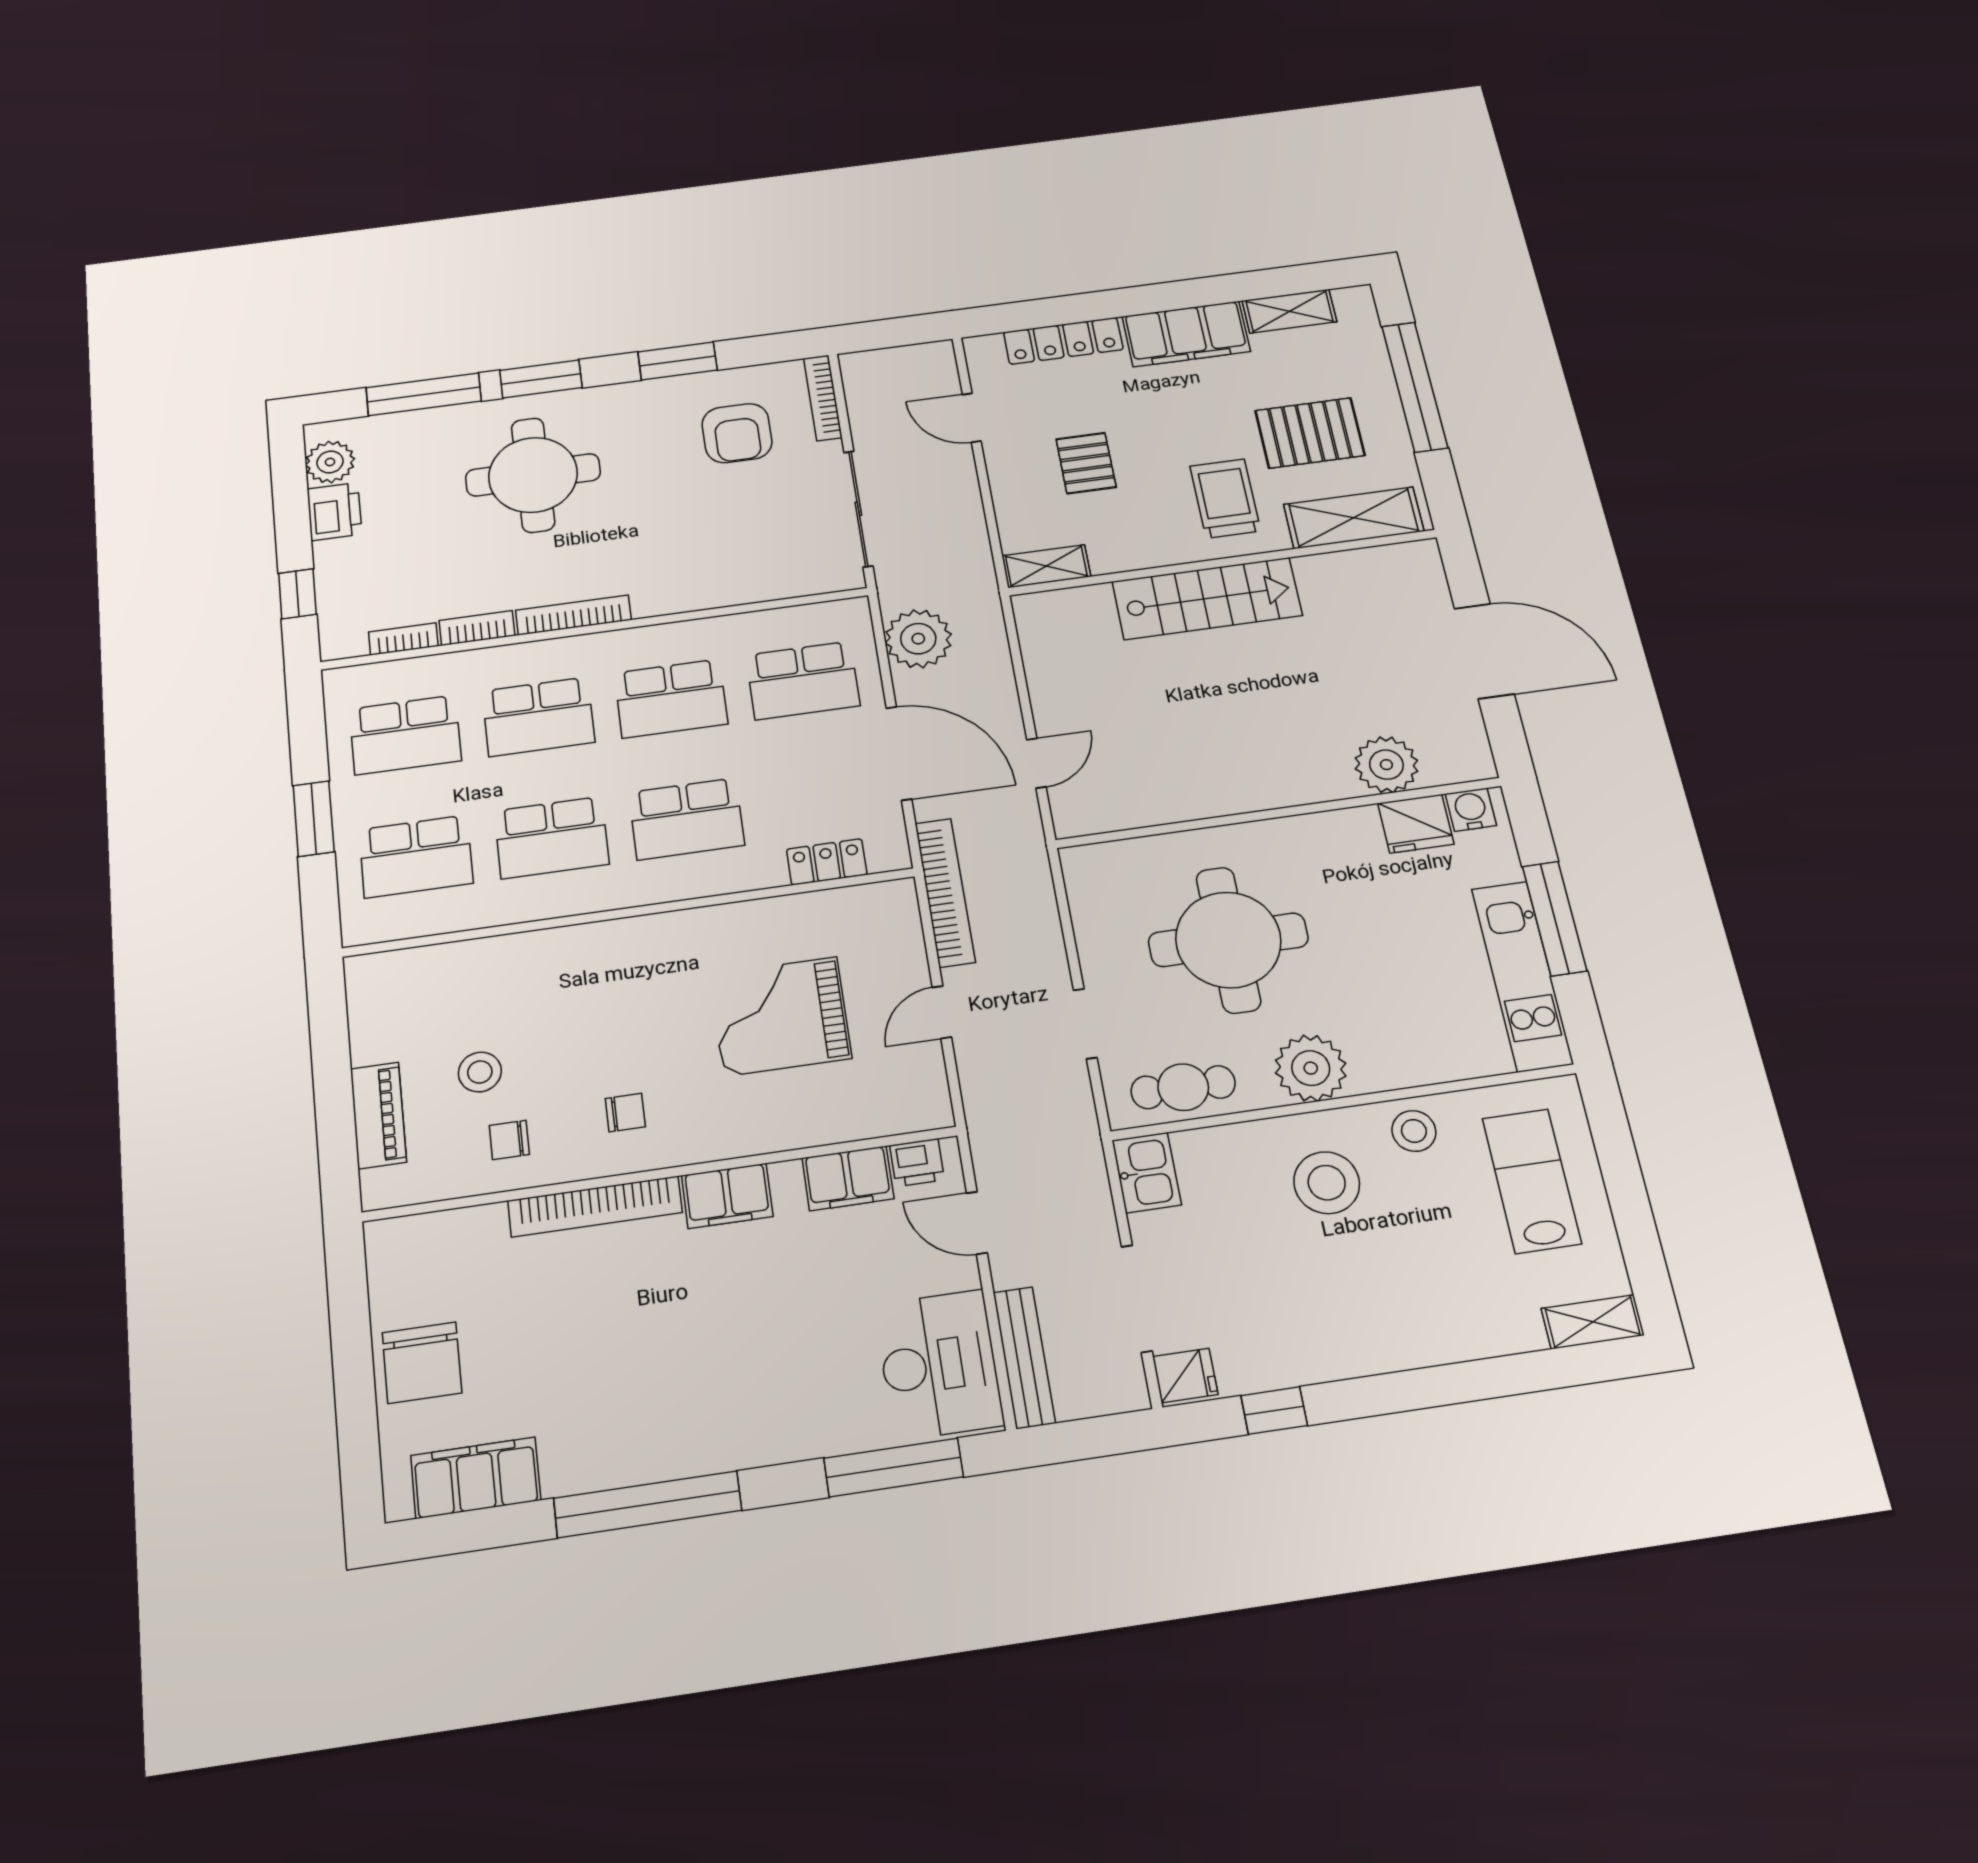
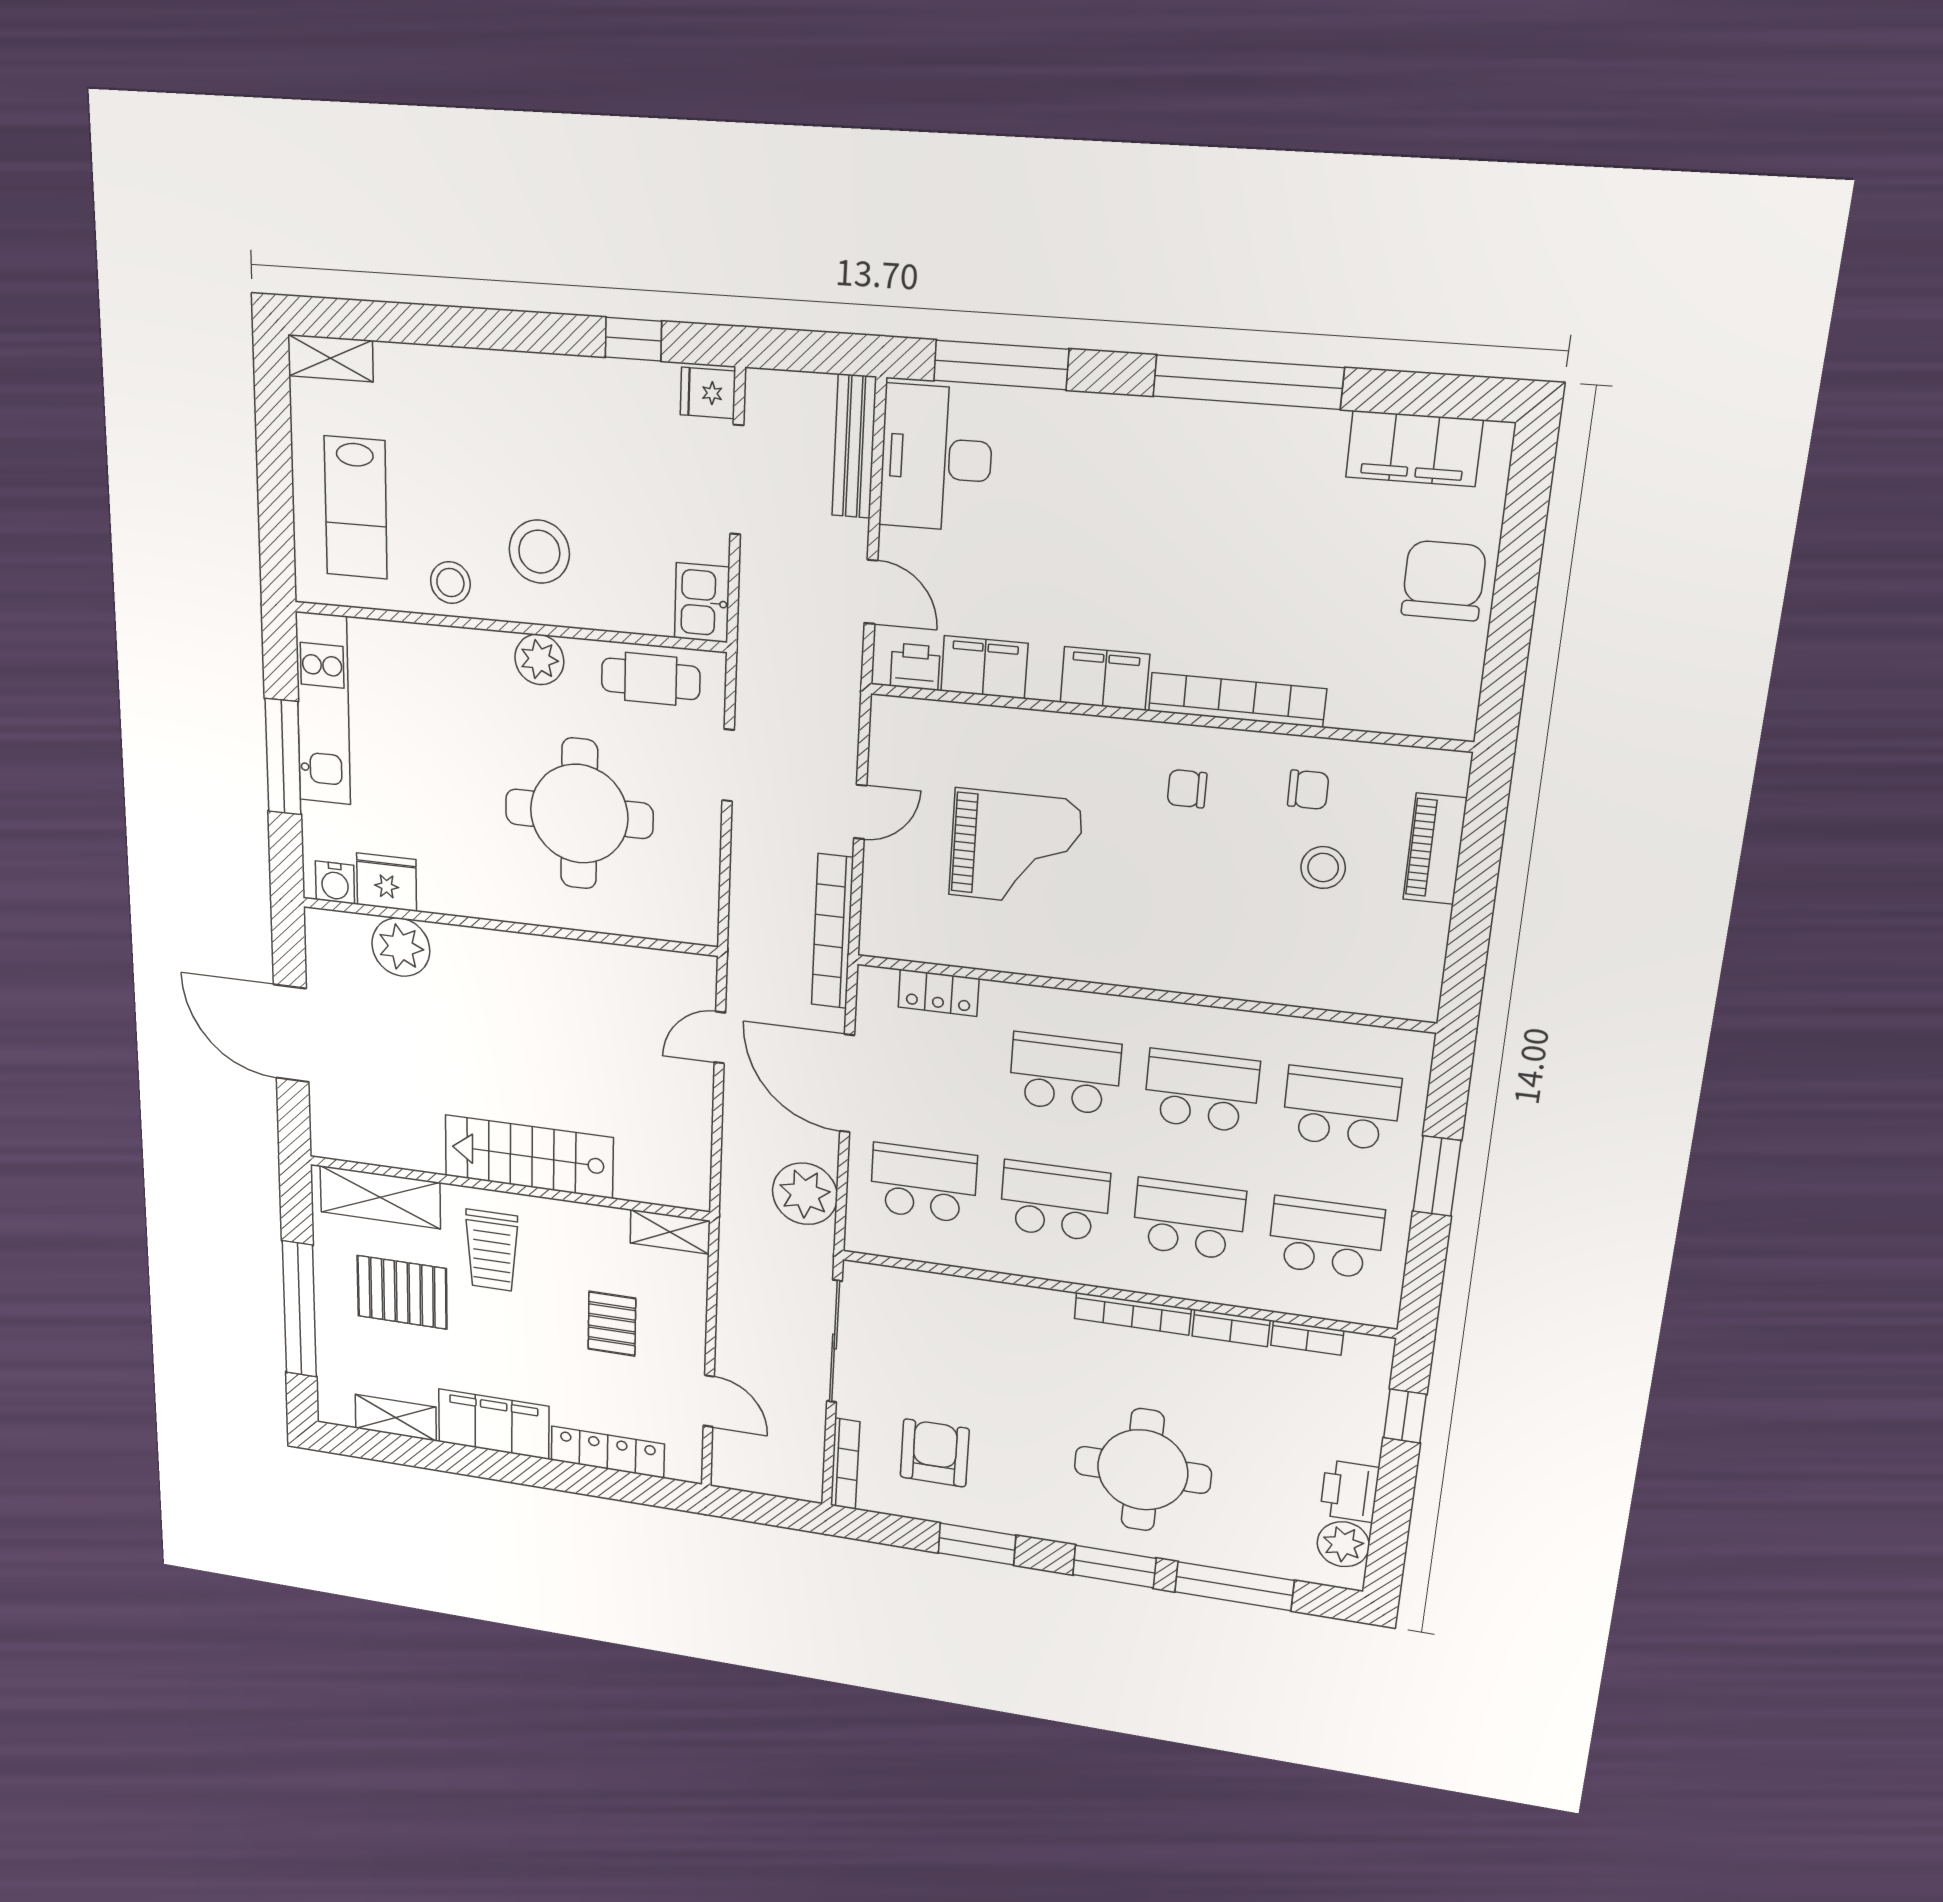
plant: (1311, 1068) -> (539, 659), width x0.73, depth x0.73

